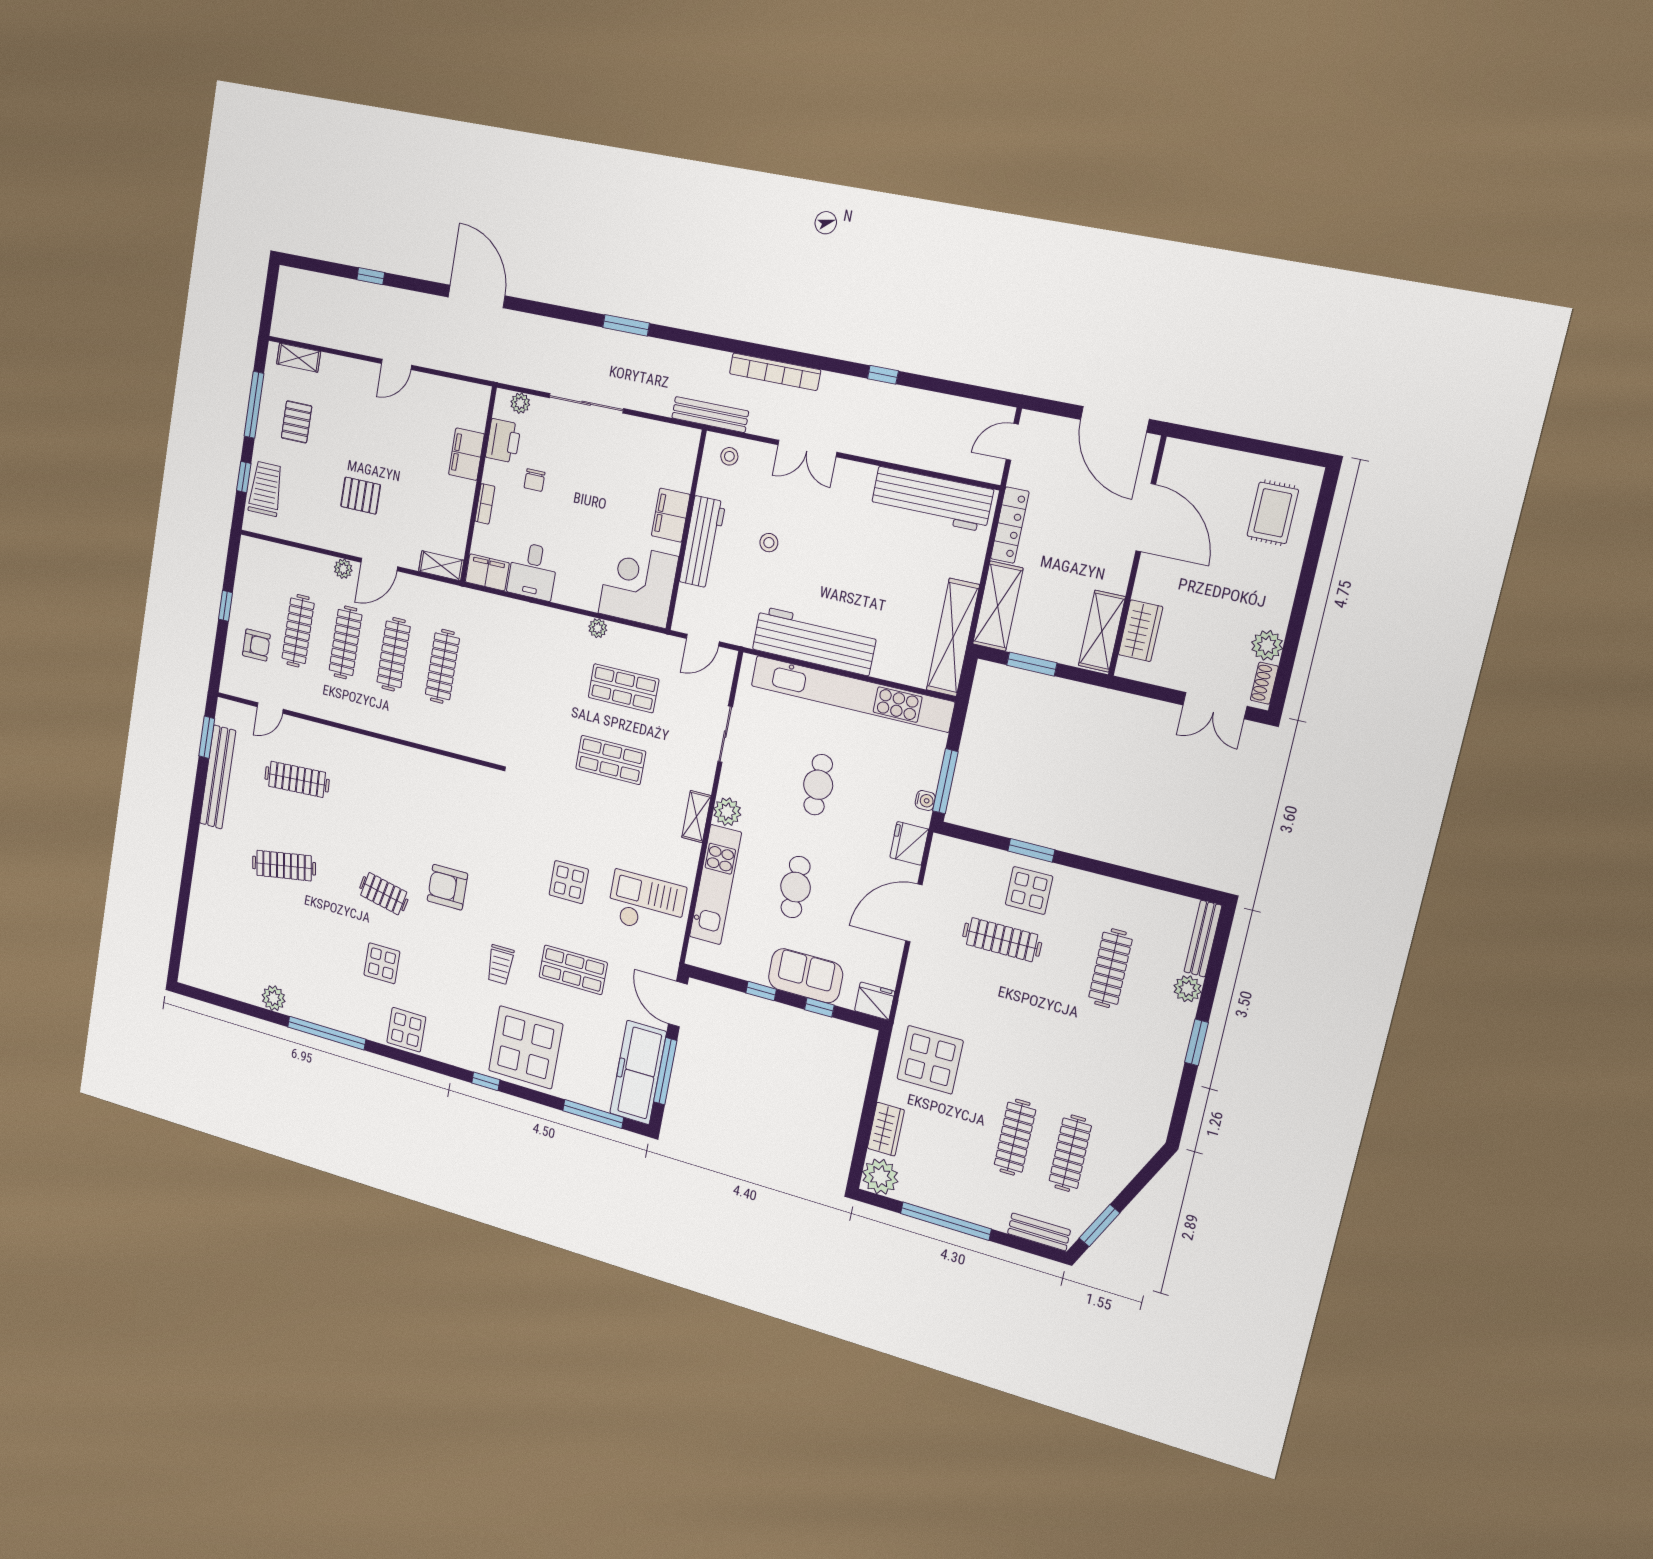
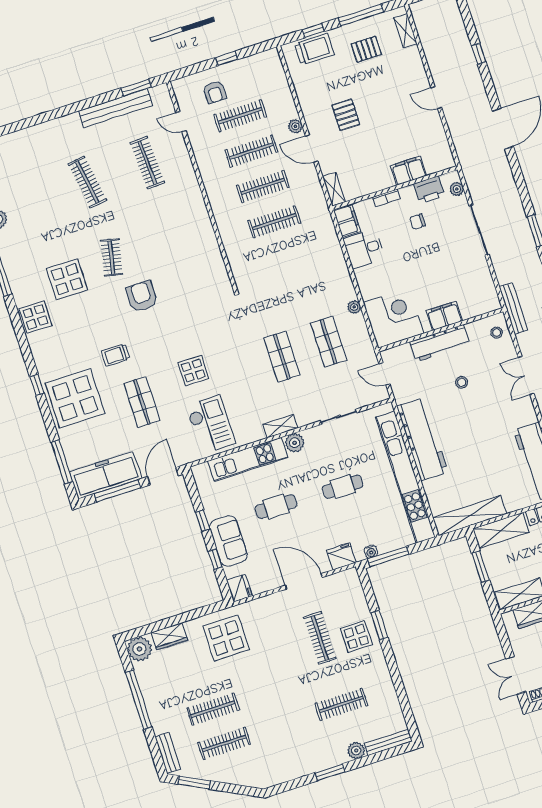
display table: (382, 963) -> (67, 279), width x1.36, depth x1.36

